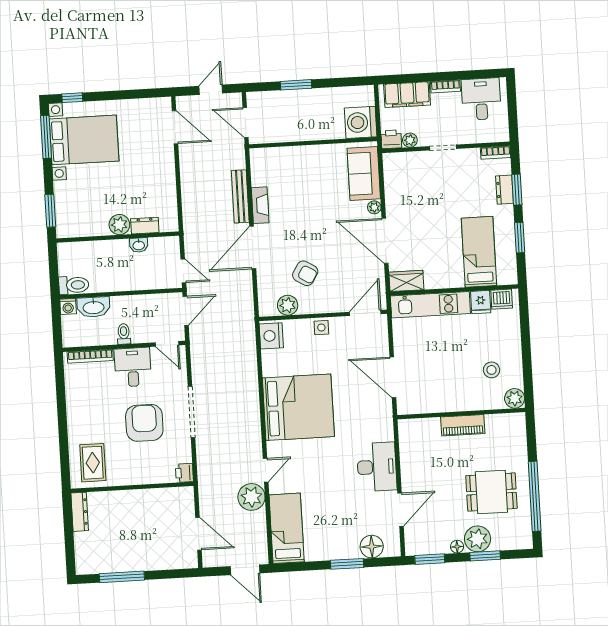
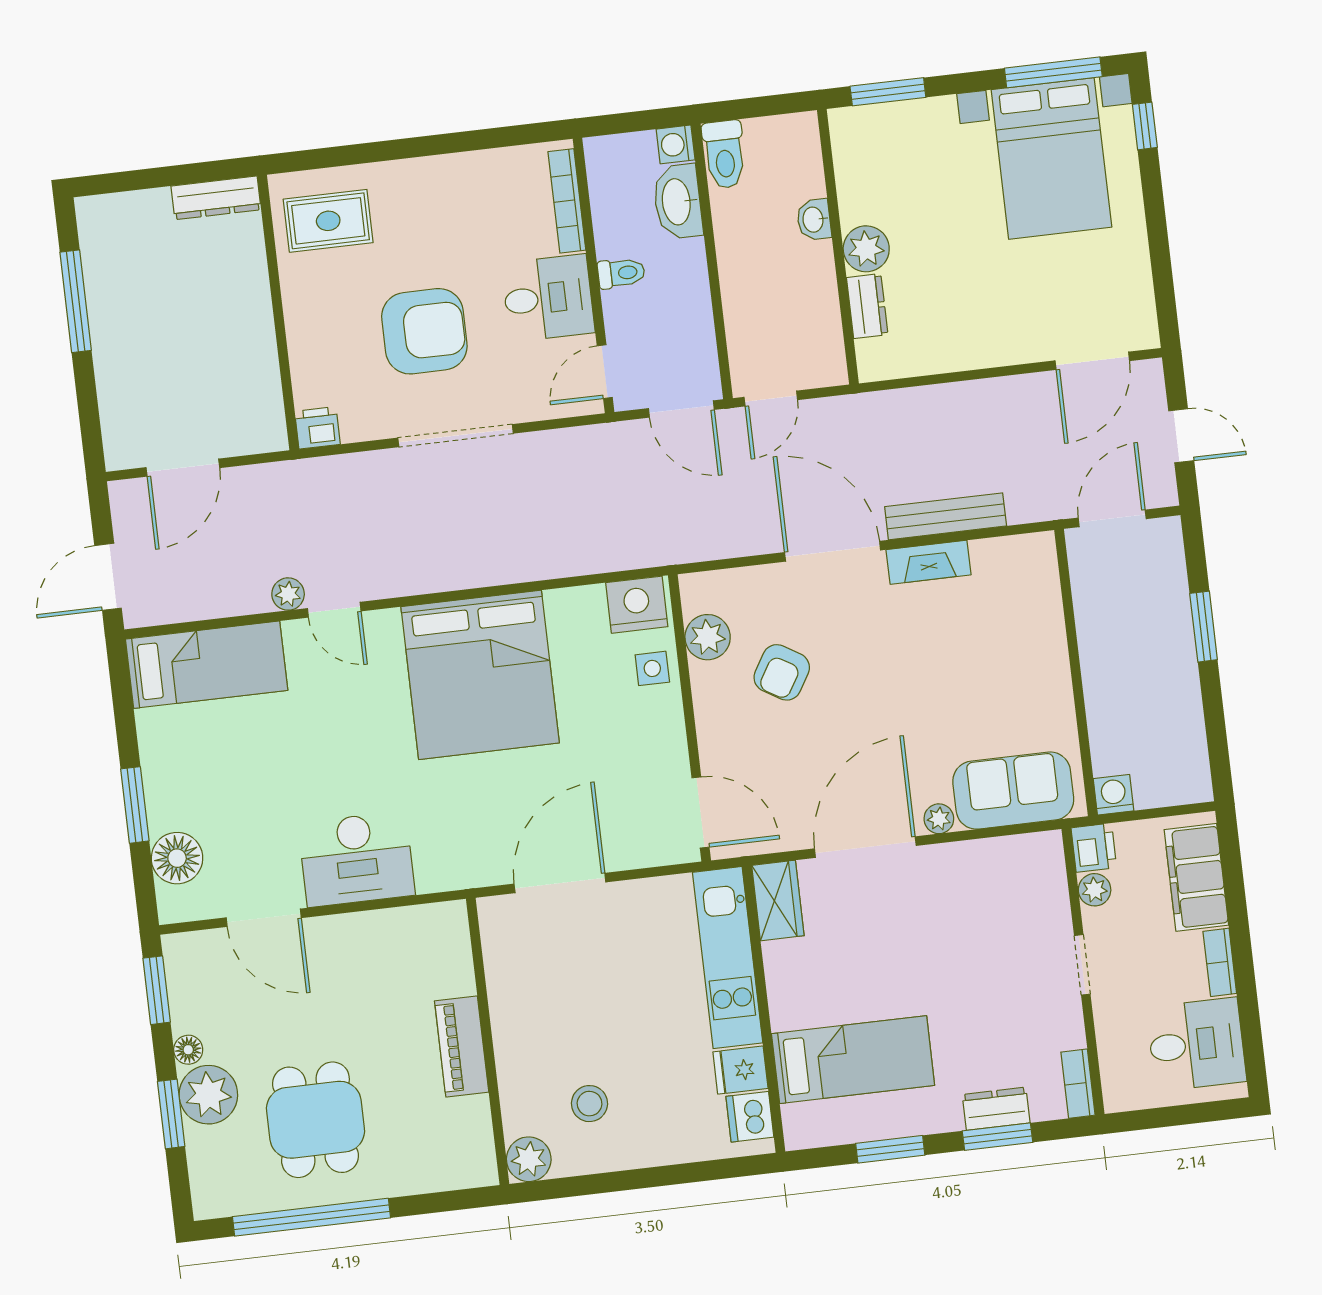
washing machine: (361, 122) -> (1114, 795), width x0.53, depth x0.53
washbasin: (139, 245) -> (814, 220), moved
side table: (321, 328) -> (652, 668), moved
plant: (251, 497) -> (288, 594), width x0.53, depth x0.53

